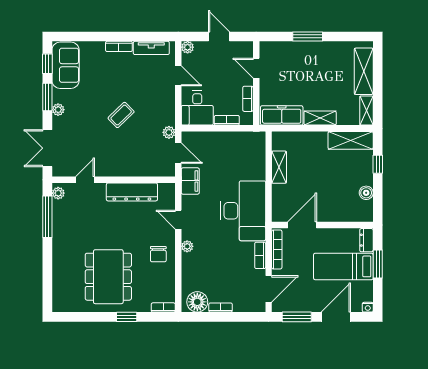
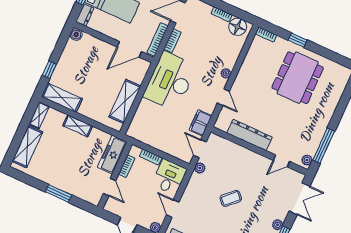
freezer: (282, 115) -> (112, 155), moved, turned 90
shelving: (279, 167) -> (125, 101), width x1.50, depth x1.33
boiler: (366, 193) -> (76, 34), moved
chair: (158, 254) -> (251, 77), removed

